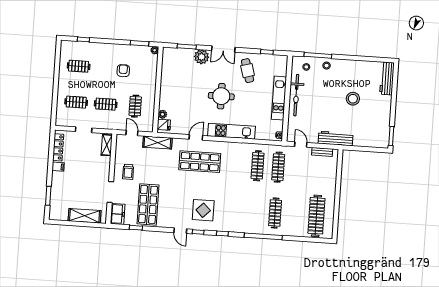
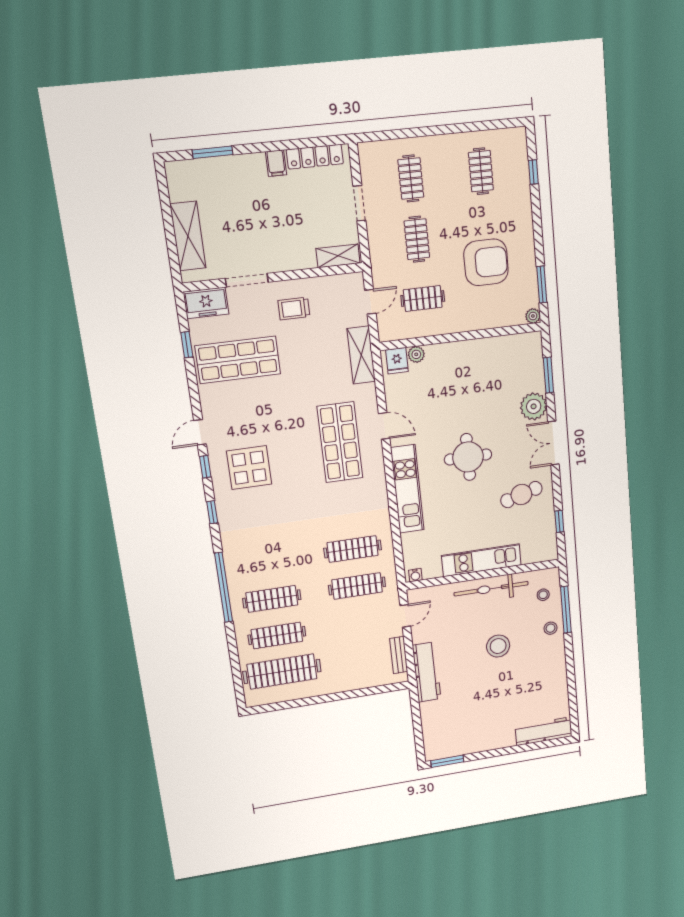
armchair: (123, 71) -> (486, 262), width x1.88, depth x1.88
stool: (353, 99) -> (498, 646), moved
clothes rail: (296, 214) -> (277, 635), added

